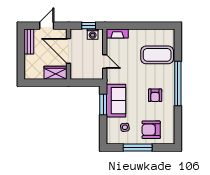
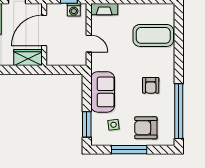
door: (69, 51) -> (44, 31), hinge flipped
window: (178, 84) -> (179, 111), moved
window: (103, 105) -> (87, 124), moved

